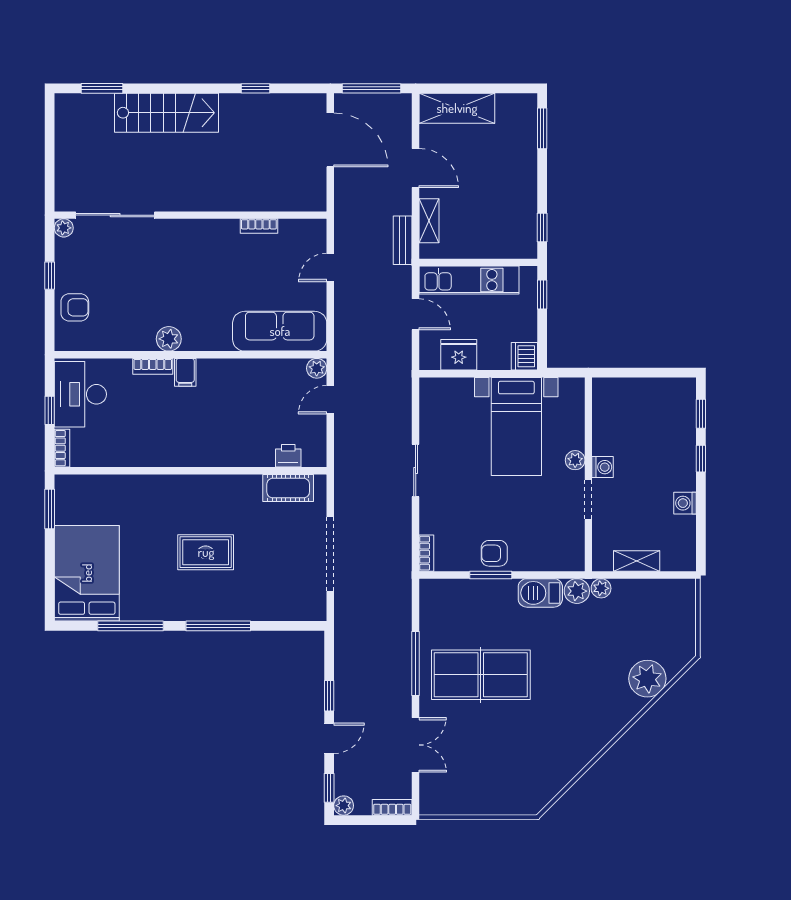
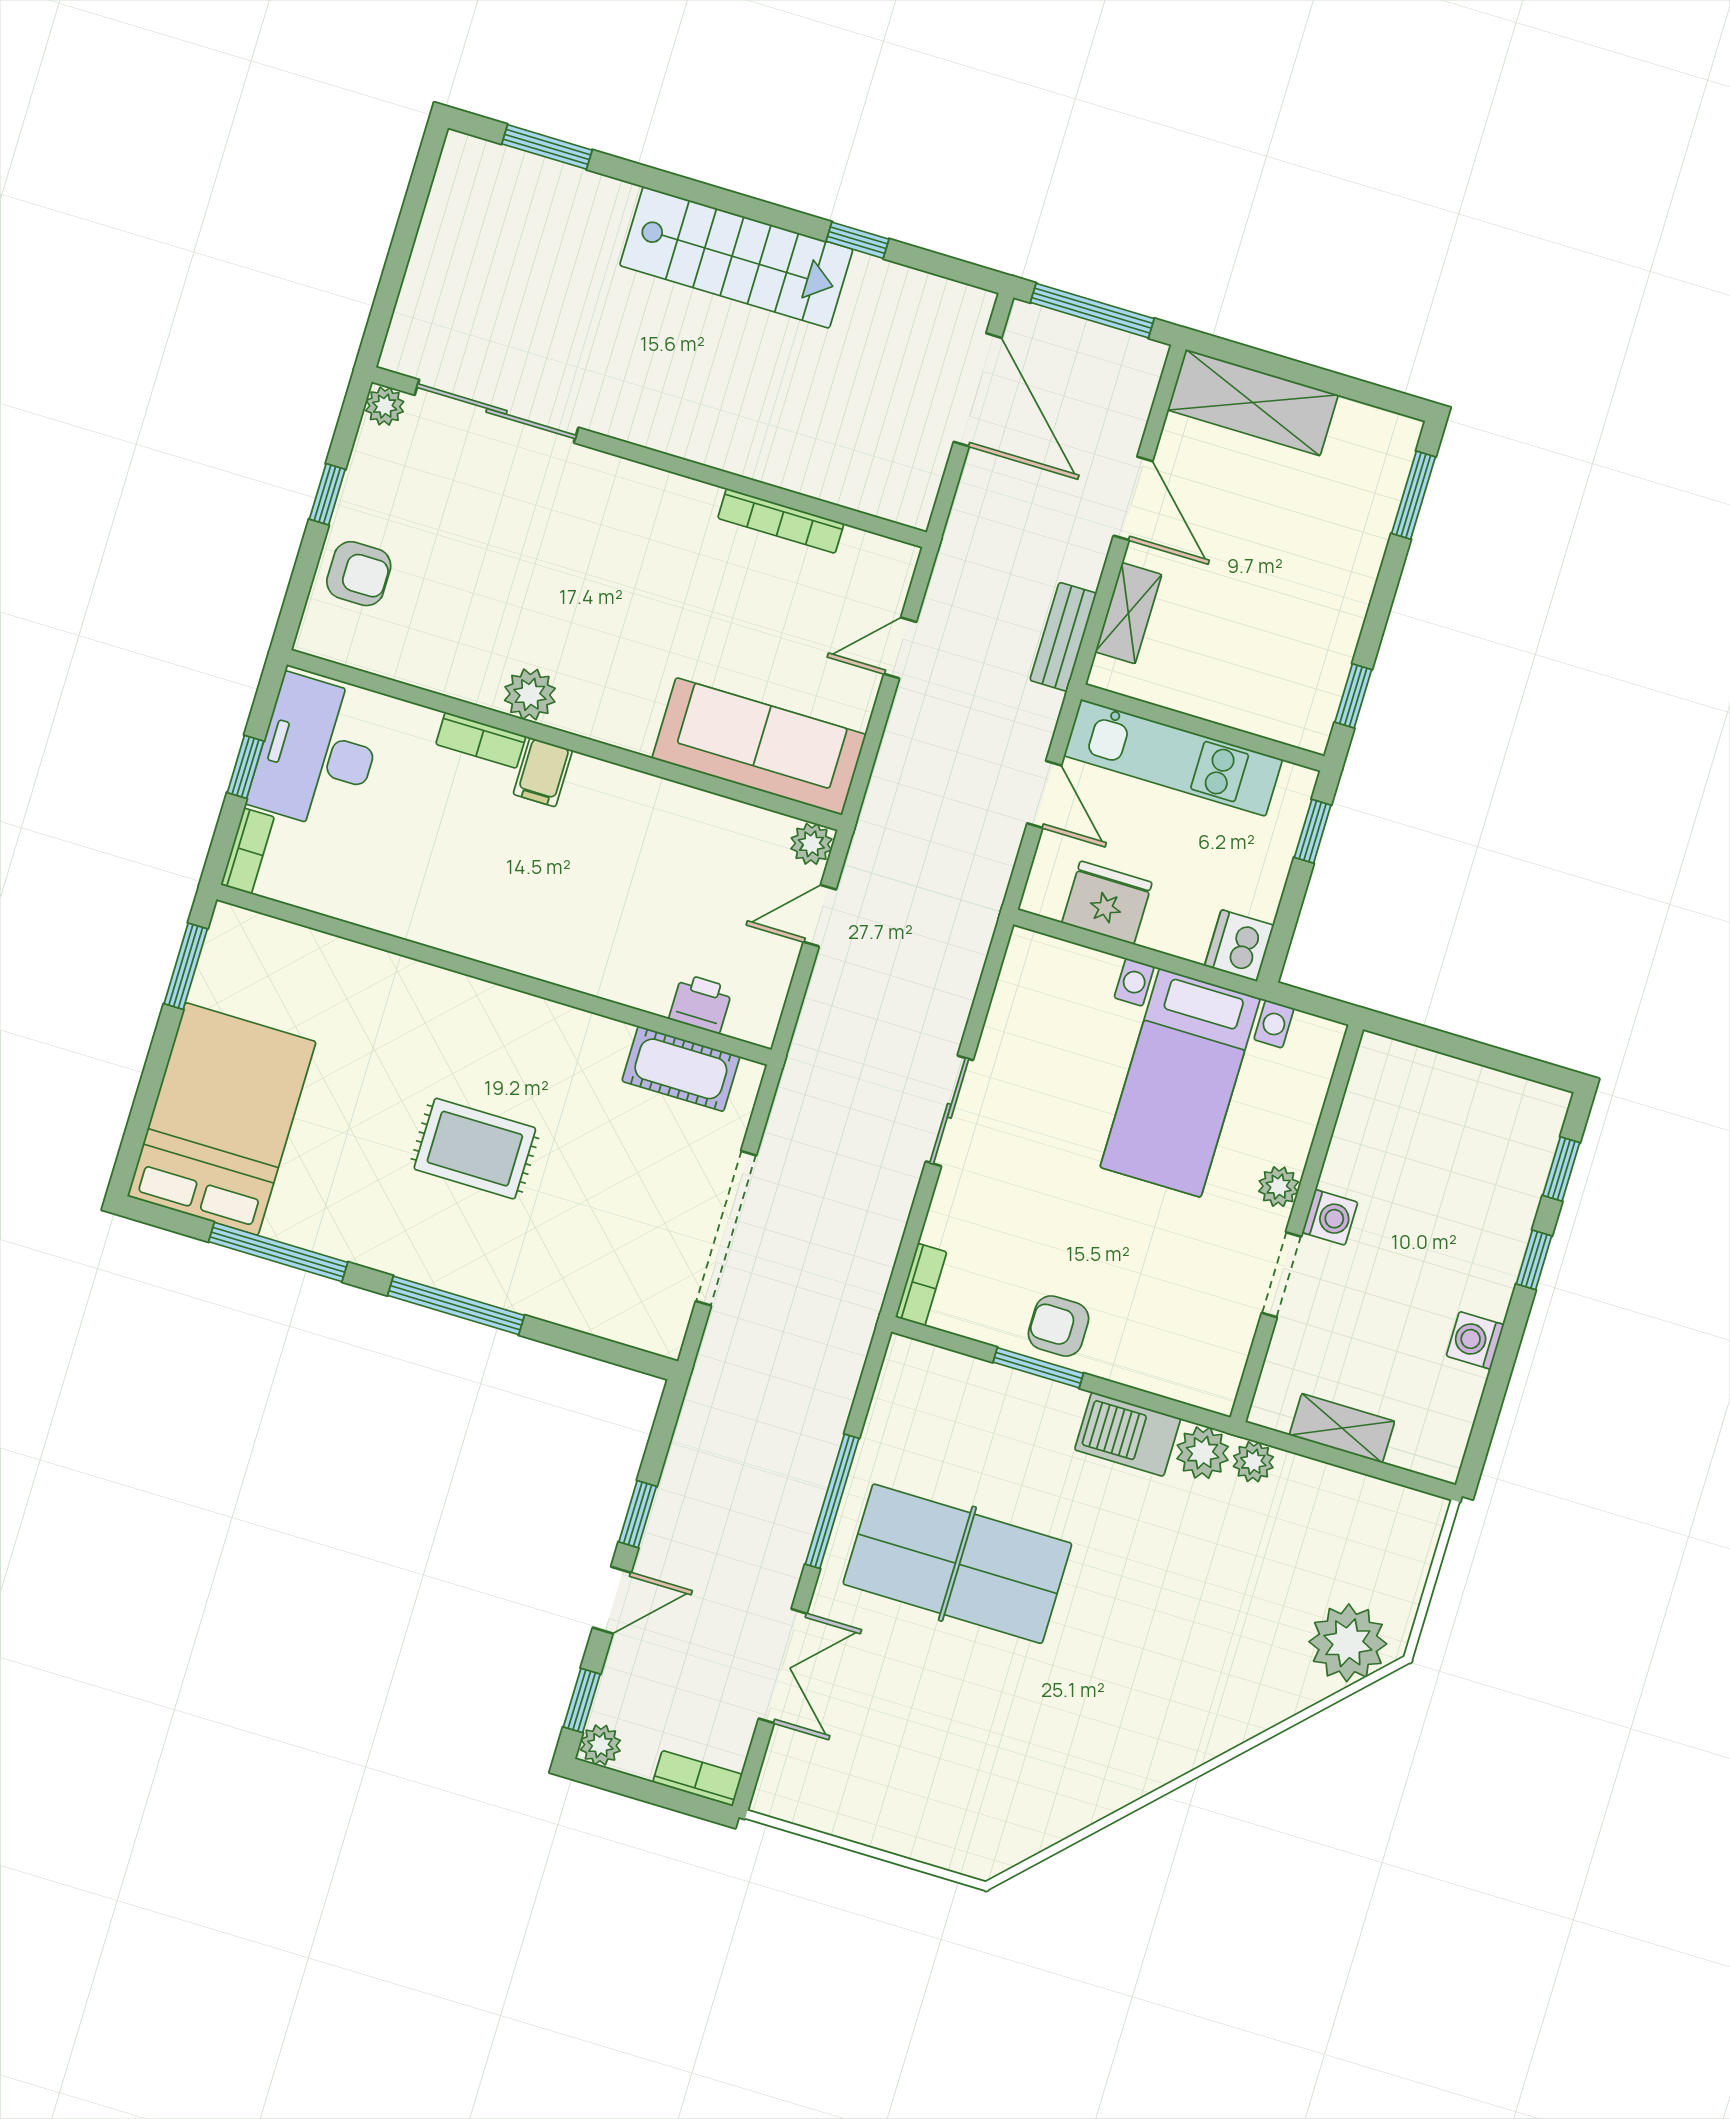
stairs: (167, 113) -> (736, 257), moved
bookcase: (259, 226) -> (781, 521), width x1.56
plant: (647, 679) -> (1348, 1643), moved

